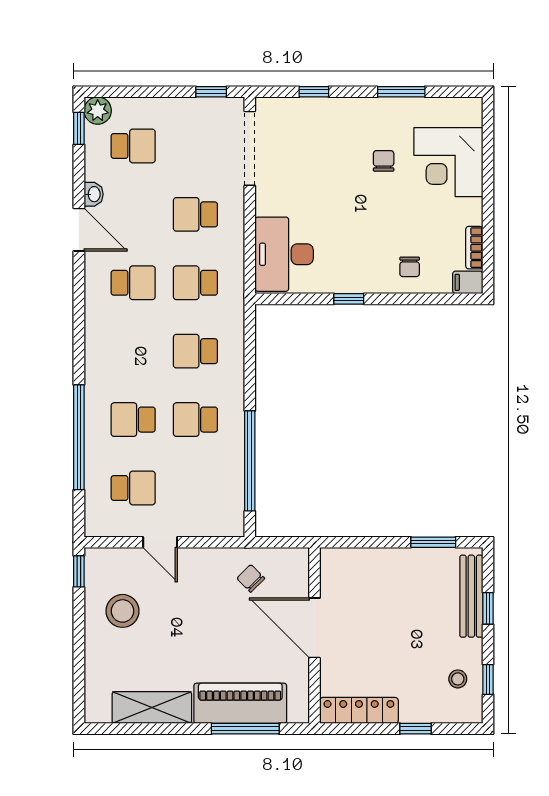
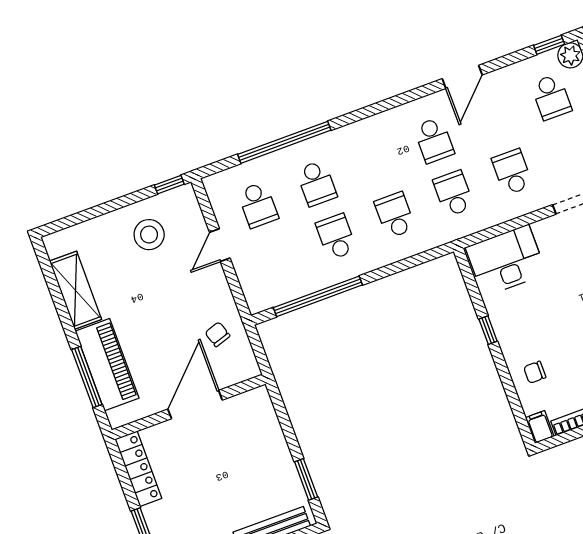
washbasin: (94, 194) -> (497, 78), removed
school desk: (133, 420) -> (317, 183), turned 180
chair: (251, 578) -> (217, 334), turned -63

